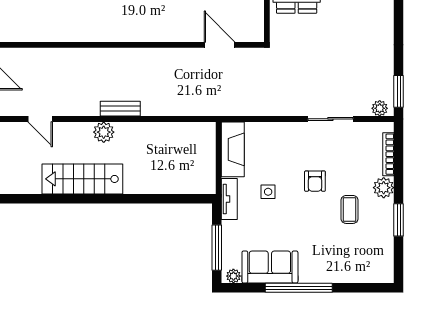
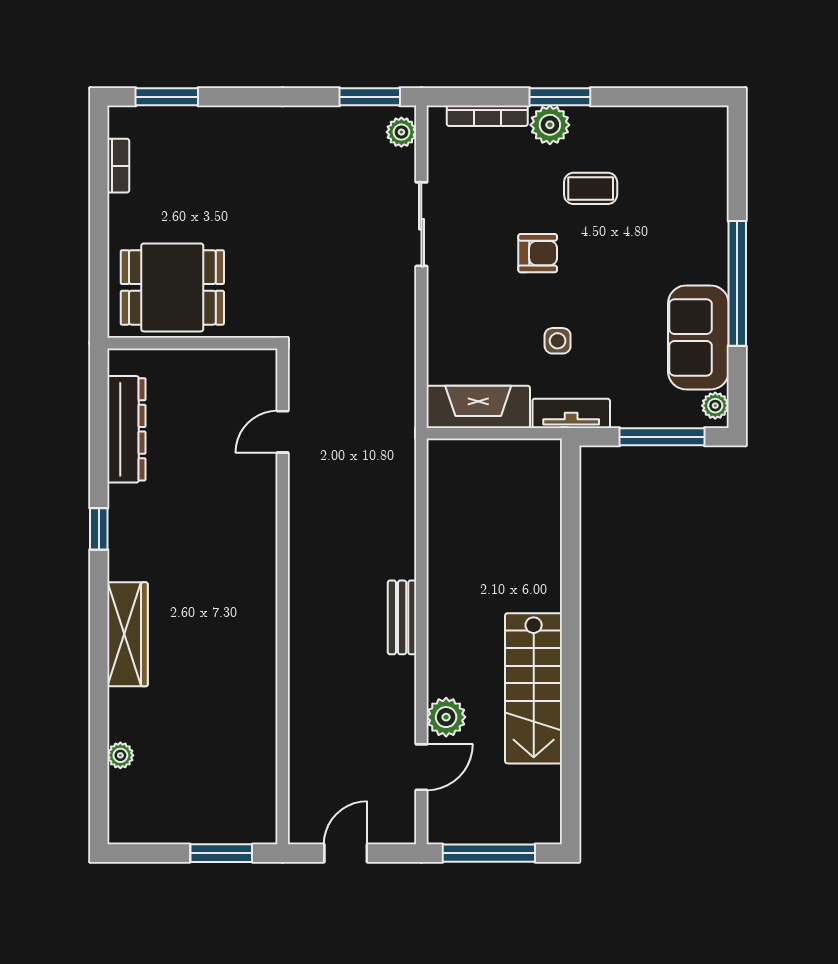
door: (219, 45) -> (283, 432), width x0.73
plant: (104, 132) -> (446, 717), moved
window: (399, 220) -> (560, 97), moved

